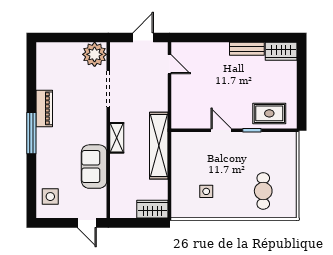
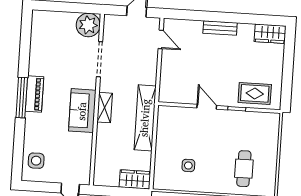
bench: (247, 49) -> (220, 28), moved
piano: (44, 108) -> (35, 94), moved
sofa: (94, 167) -> (82, 111), moved

